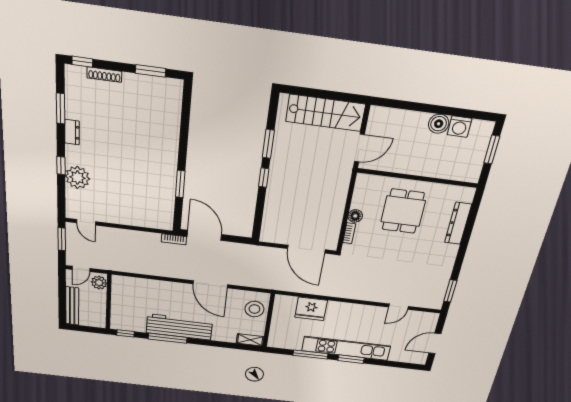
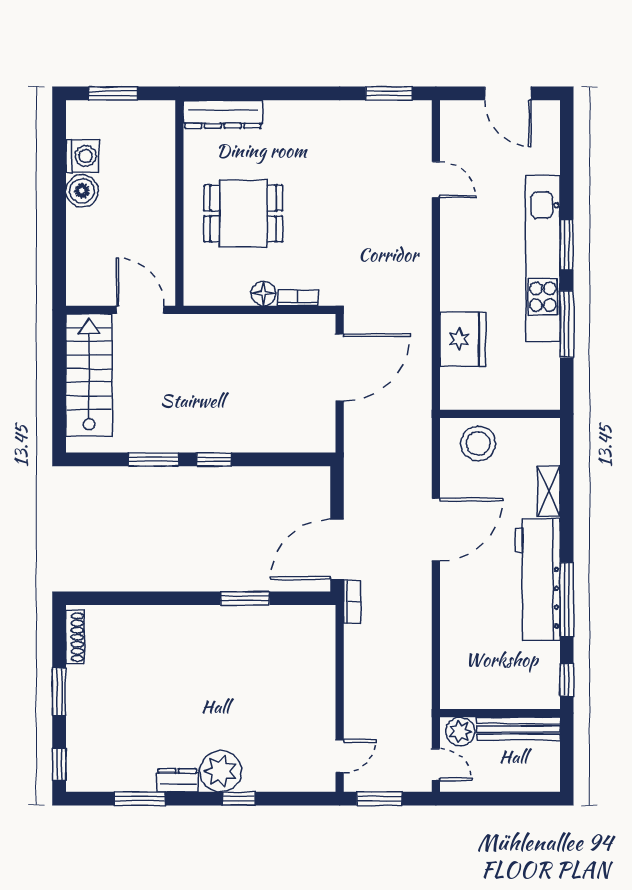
window: (150, 71) -> (59, 692), moved
shoe rack: (104, 75) -> (75, 637), moved
plant: (77, 178) -> (221, 771), moved
dresser: (458, 223) -> (223, 114), moved
bench: (72, 306) -> (518, 729), moved
shelving: (250, 340) -> (549, 491), moved

